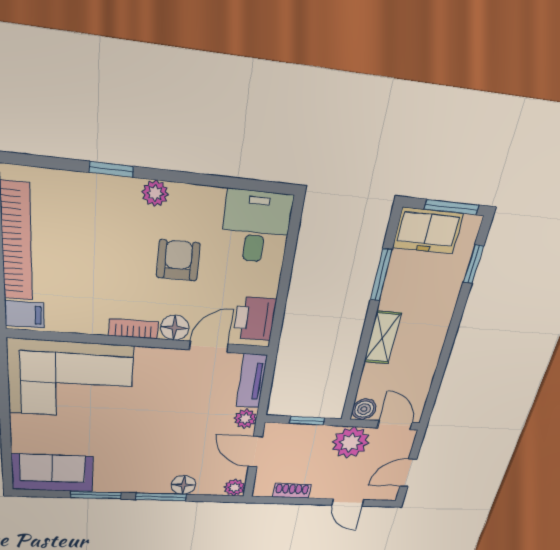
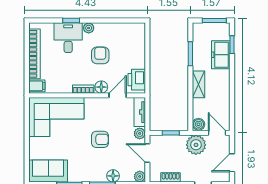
desk: (256, 227) -> (68, 38), moved
freezer: (428, 231) -> (221, 55), moved, turned 90
armchair: (163, 425) -> (100, 139), added

